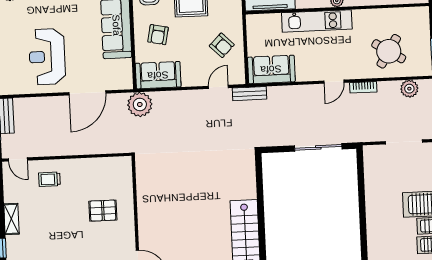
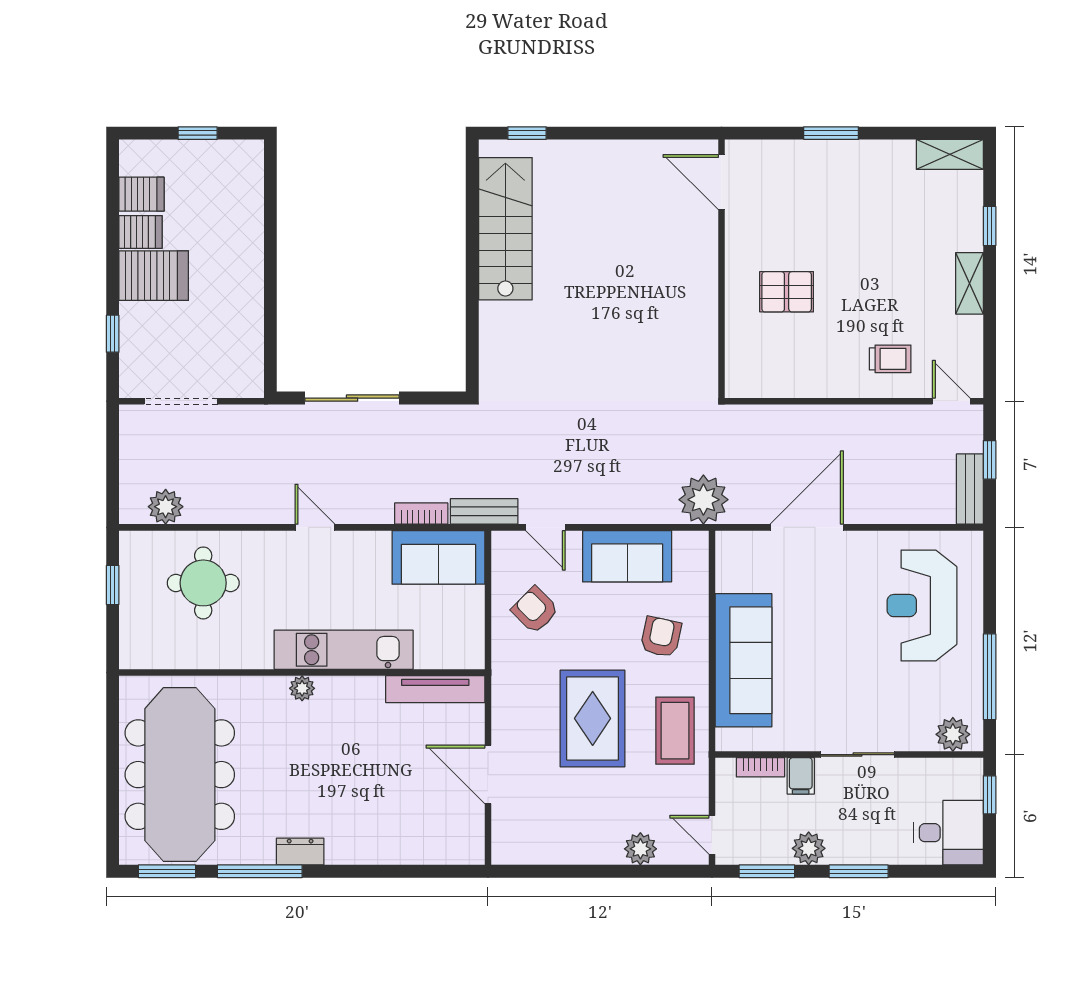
round table: (389, 51) -> (203, 583), turned -32
reception desk: (47, 57) -> (922, 606), moved, turned 180
sofa: (158, 75) -> (627, 556), moved
door: (334, 82) -> (315, 527), hinge flipped
door: (218, 87) -> (545, 527), hinge flipped
bookcase: (363, 87) -> (421, 514), moved

